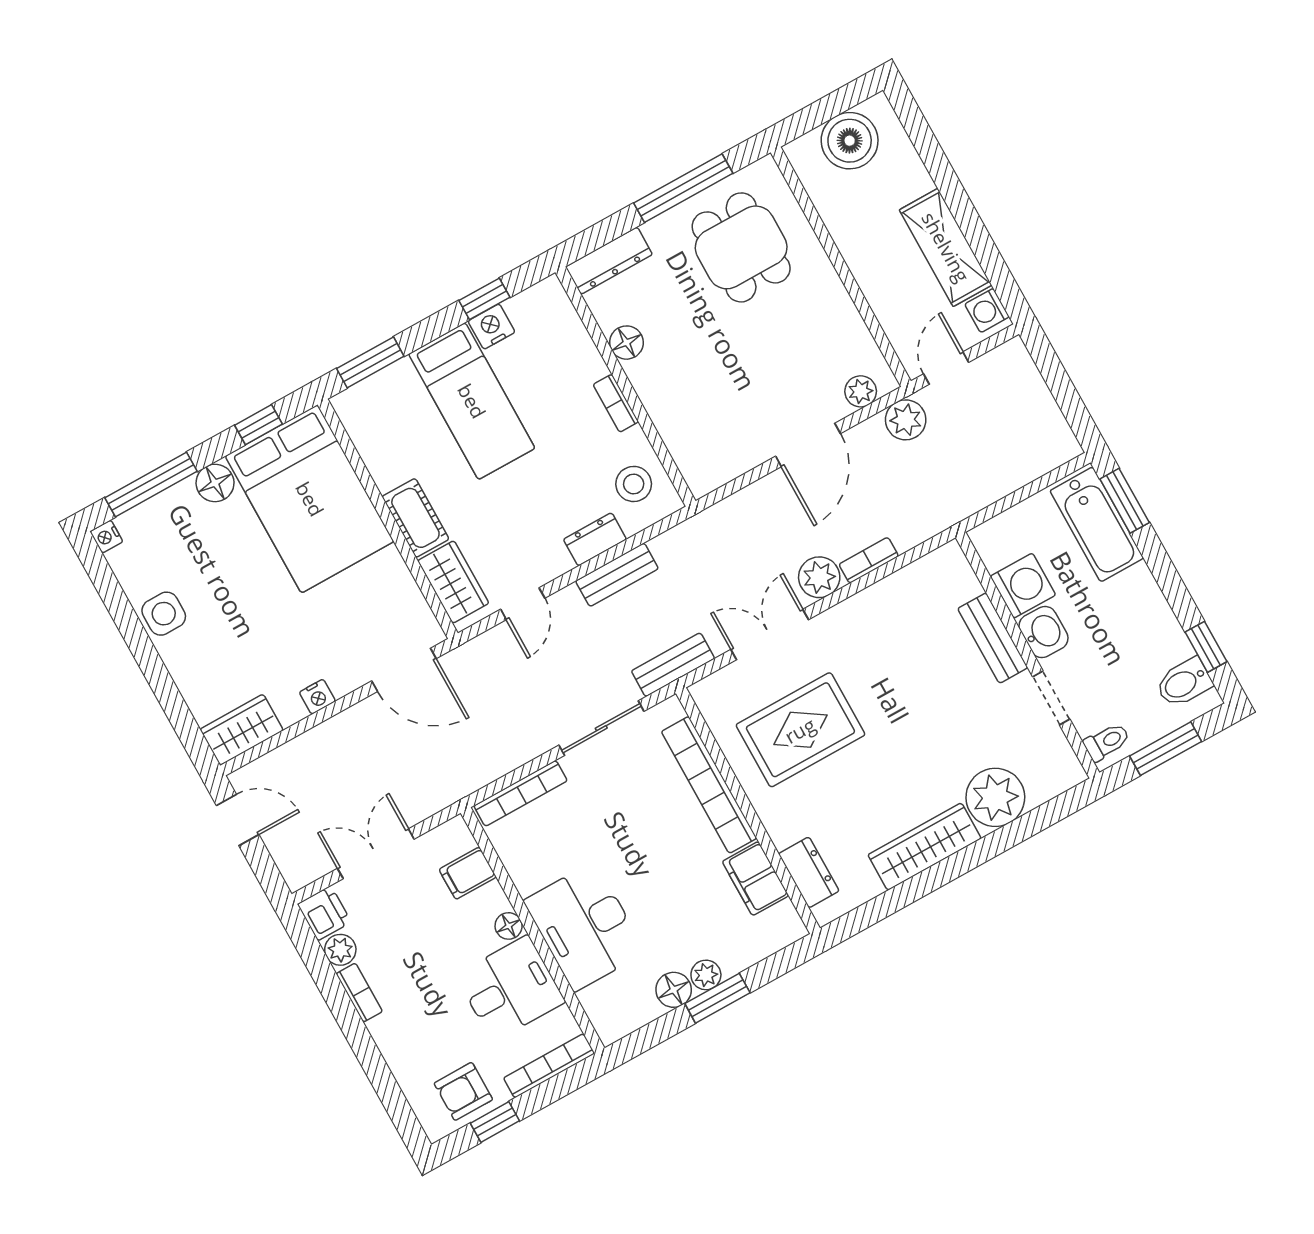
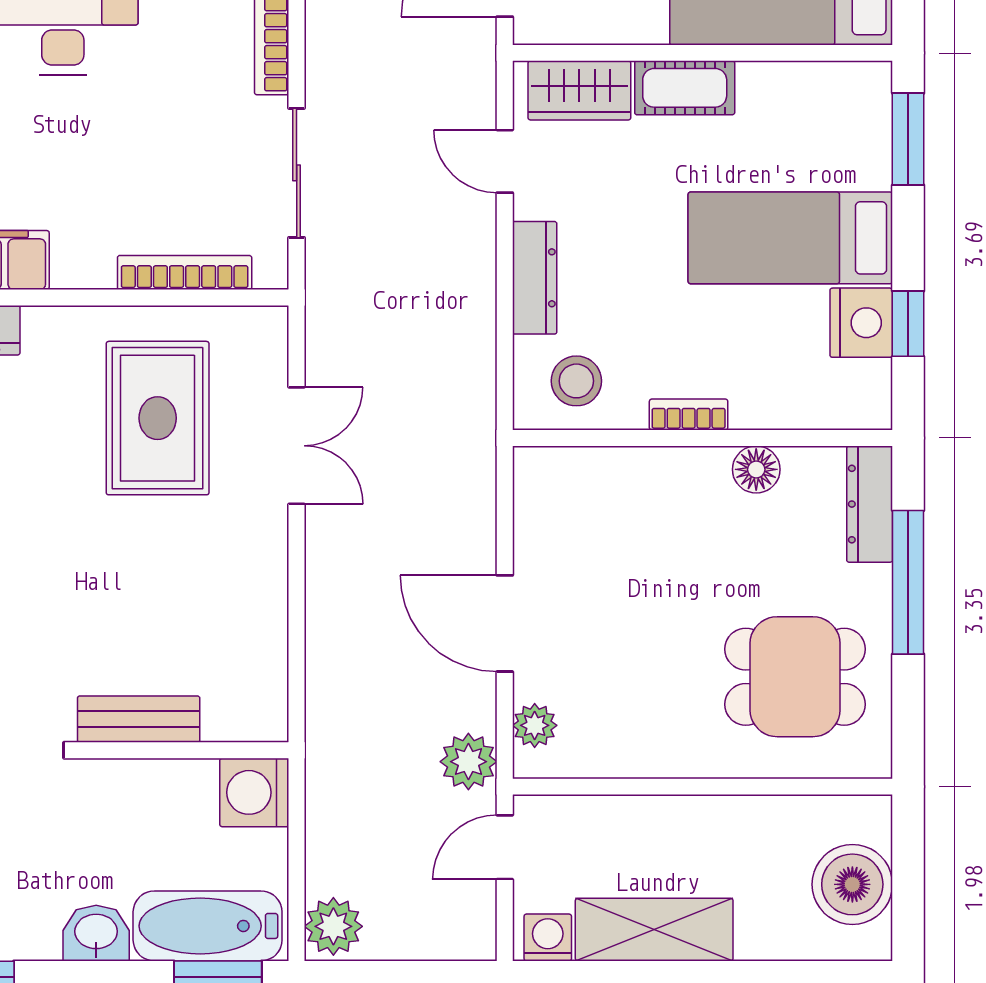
window: (683, 188) -> (908, 582), moved
nightstand: (491, 327) -> (861, 323), width x1.36, depth x1.33
door: (946, 368) -> (505, 847), swing flipped
dresser: (595, 539) -> (535, 278), width x1.44
bookcase: (869, 560) -> (320, 619), removed
bench: (617, 575) -> (476, 298), removed
plant: (819, 577) -> (333, 926), moved
washing machine: (1023, 586) -> (254, 792), moved, turned 90
washbasin: (1044, 632) -> (96, 933), moved, turned 180
bench: (673, 665) -> (326, 305), removed
bookcase: (709, 785) -> (185, 273), width x0.68, depth x0.76

